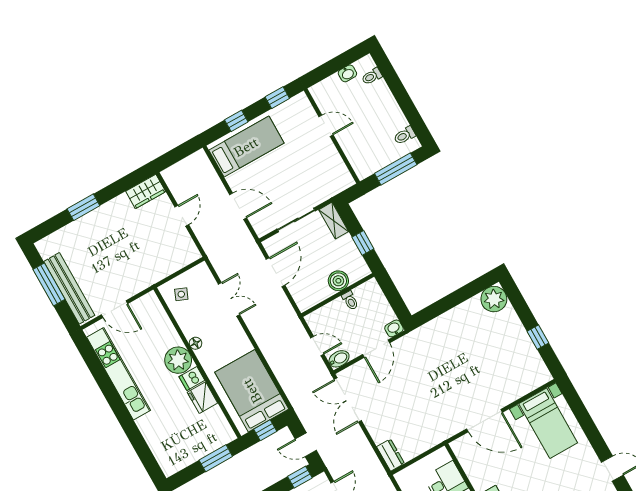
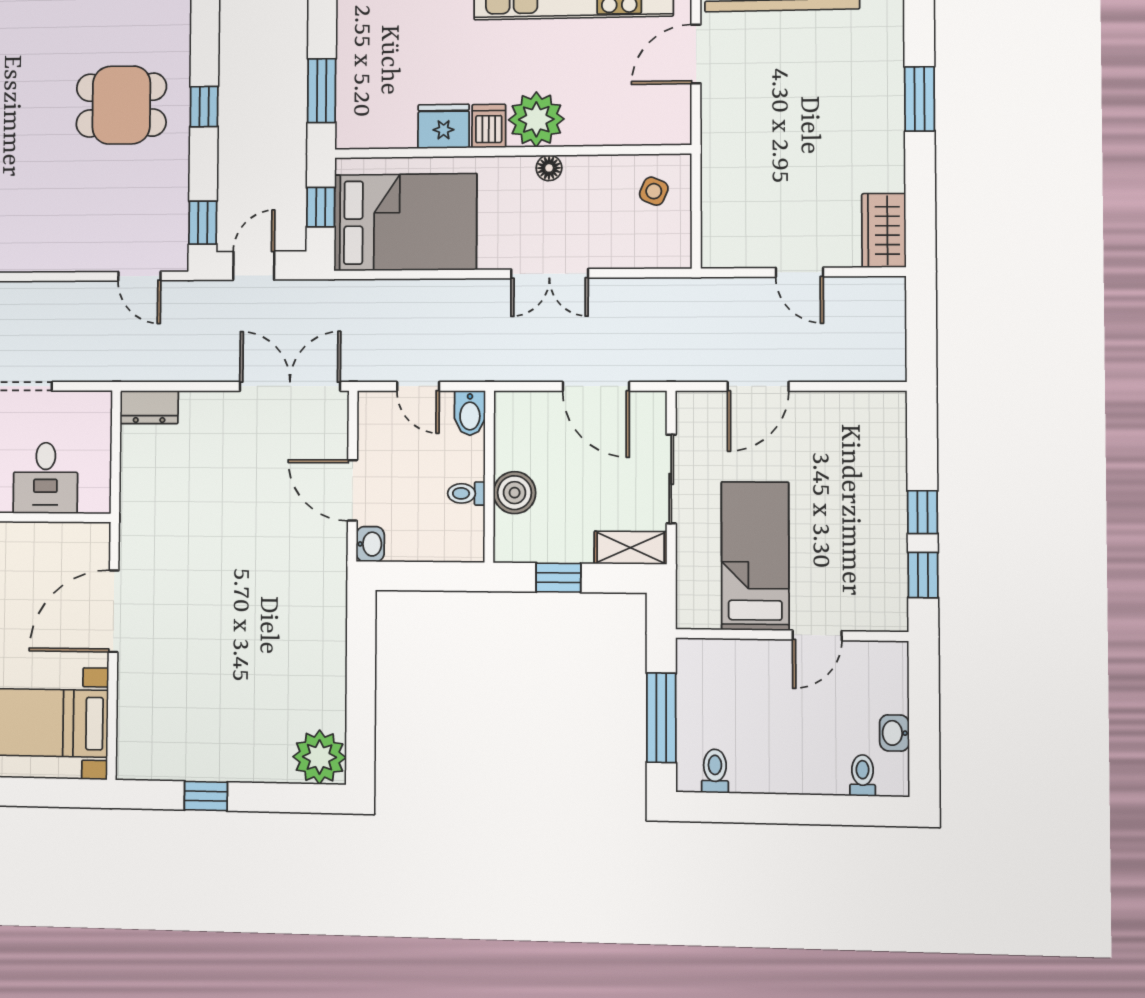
window: (236, 121) -> (923, 512), moved
bed: (246, 147) -> (755, 556), moved, turned 180
double door: (229, 299) -> (550, 274), moved
door: (317, 346) -> (418, 386), hinge flipped
bidet: (339, 359) -> (470, 413), moved

